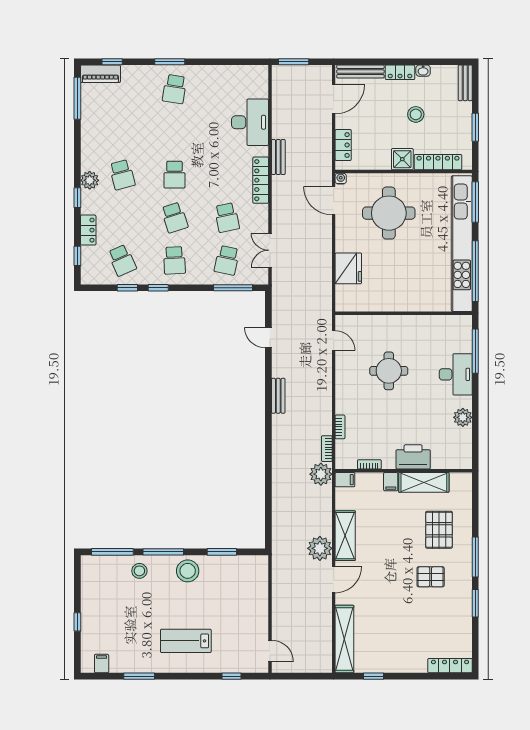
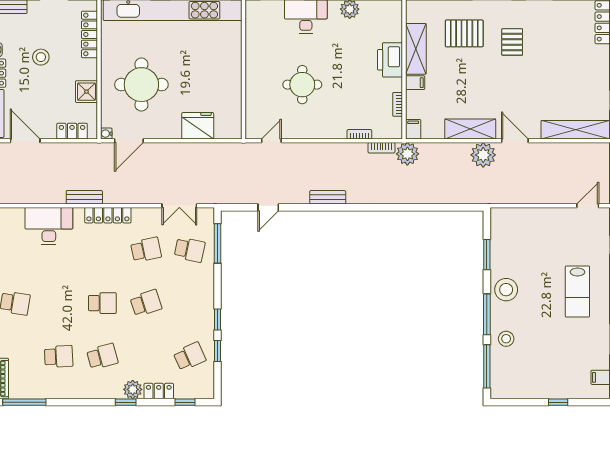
shower: (402, 159) -> (86, 92), moved
plant: (90, 180) -> (133, 389), moved
school desk: (174, 260) -> (59, 356), moved

